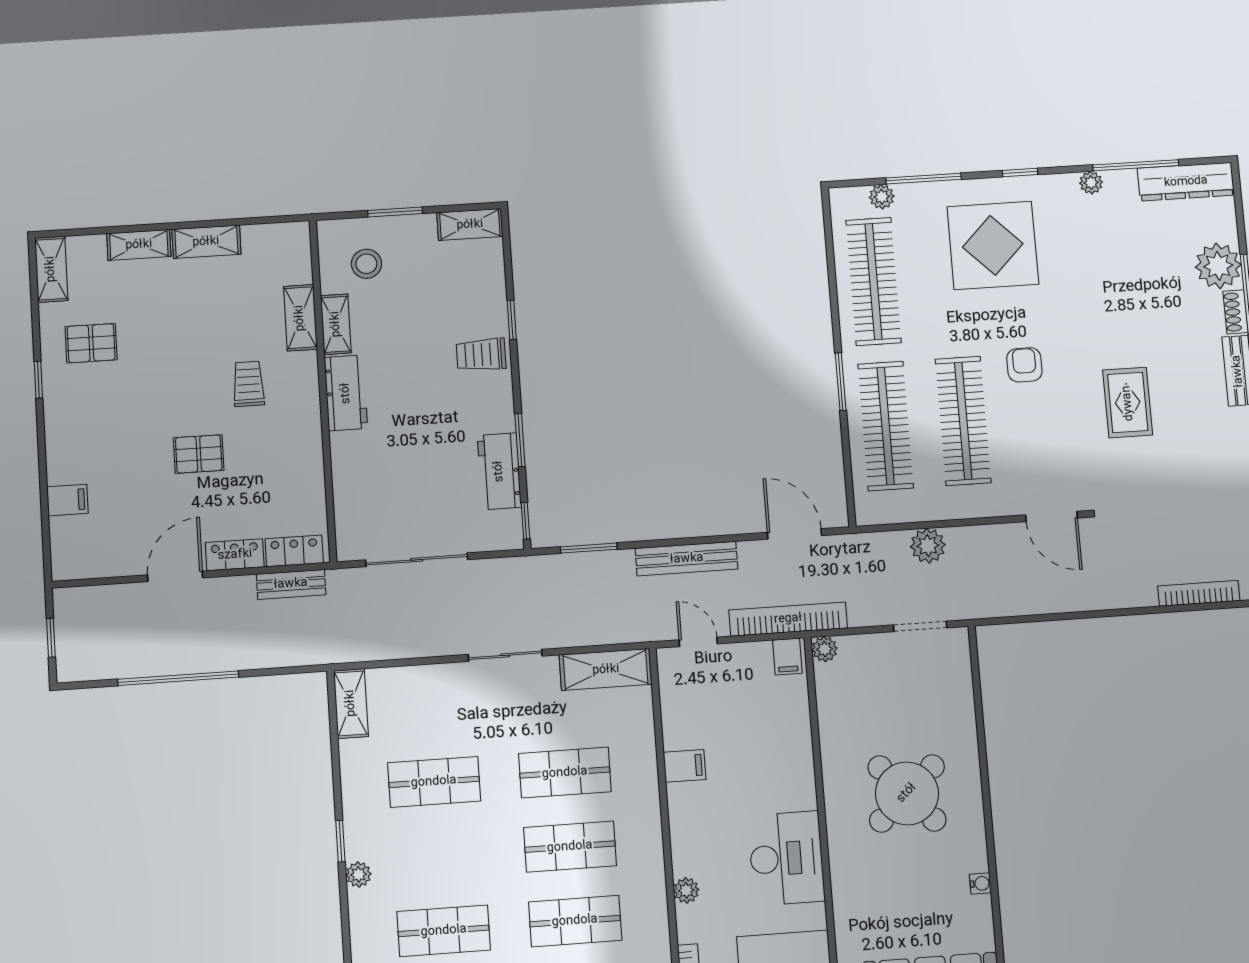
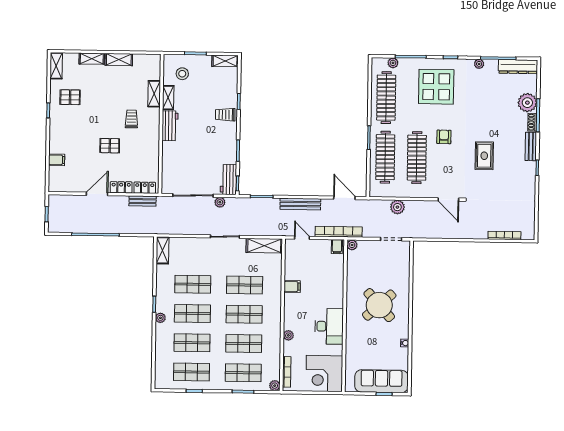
workbench: (499, 471) -> (228, 180), moved
plant: (485, 571) -> (220, 202), added
shop shelf: (439, 856) -> (192, 313), added

